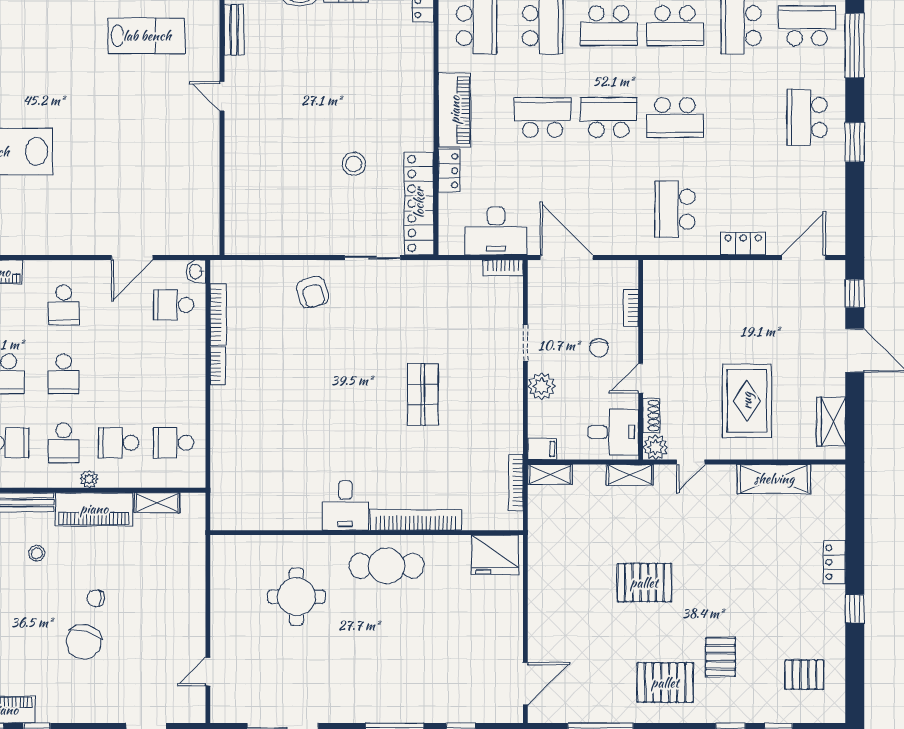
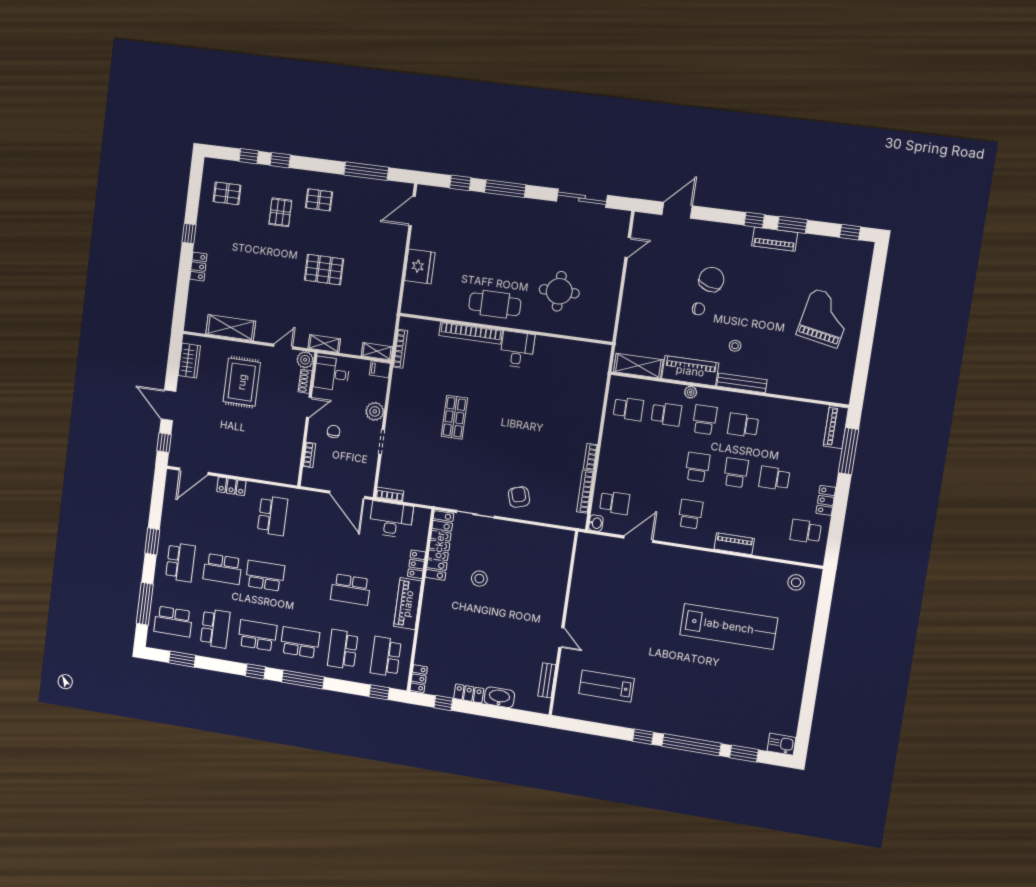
school desk: (609, 117) -> (223, 569), moved
shelving: (157, 503) -> (638, 366), width x1.50, depth x1.33
fridge: (495, 555) -> (420, 266), moved, turned 90
pallet: (665, 683) -> (319, 200), width x0.67, depth x0.71

